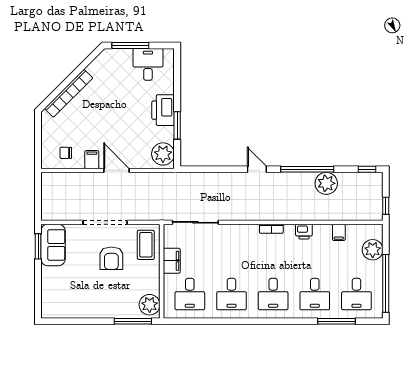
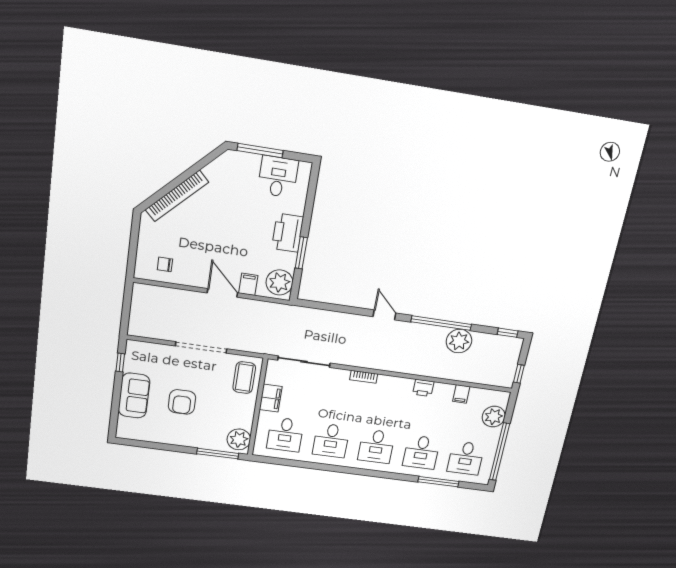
filing cabinet: (92, 160) -> (248, 284), moved
bookcase: (271, 229) -> (364, 377), moved
sofa: (53, 245) -> (134, 395), moved
window: (38, 246) -> (120, 363), width x0.67
armchair: (111, 258) -> (182, 402), moved

